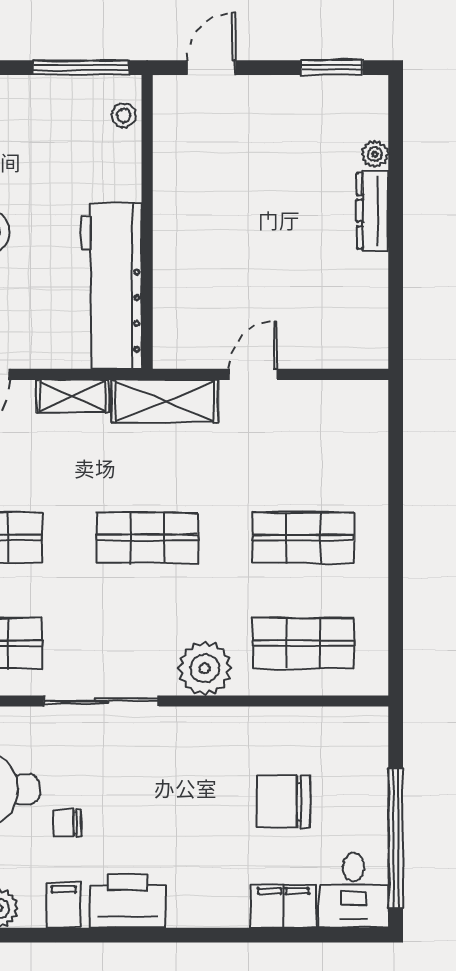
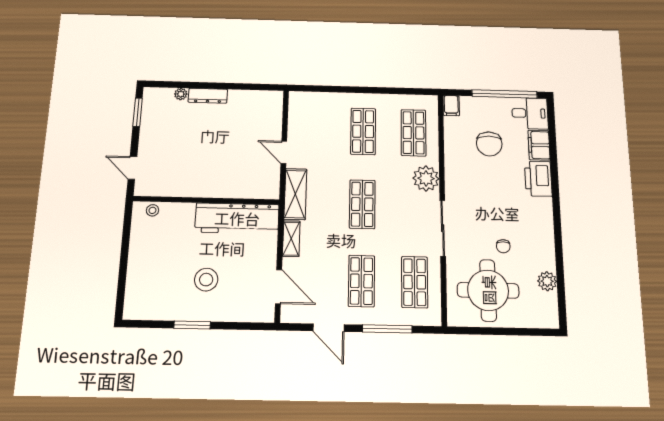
window: (81, 68) -> (127, 231), removed
printer: (128, 901) -> (538, 179), moved
filing cabinet: (64, 905) -> (451, 106), moved, turned -90

